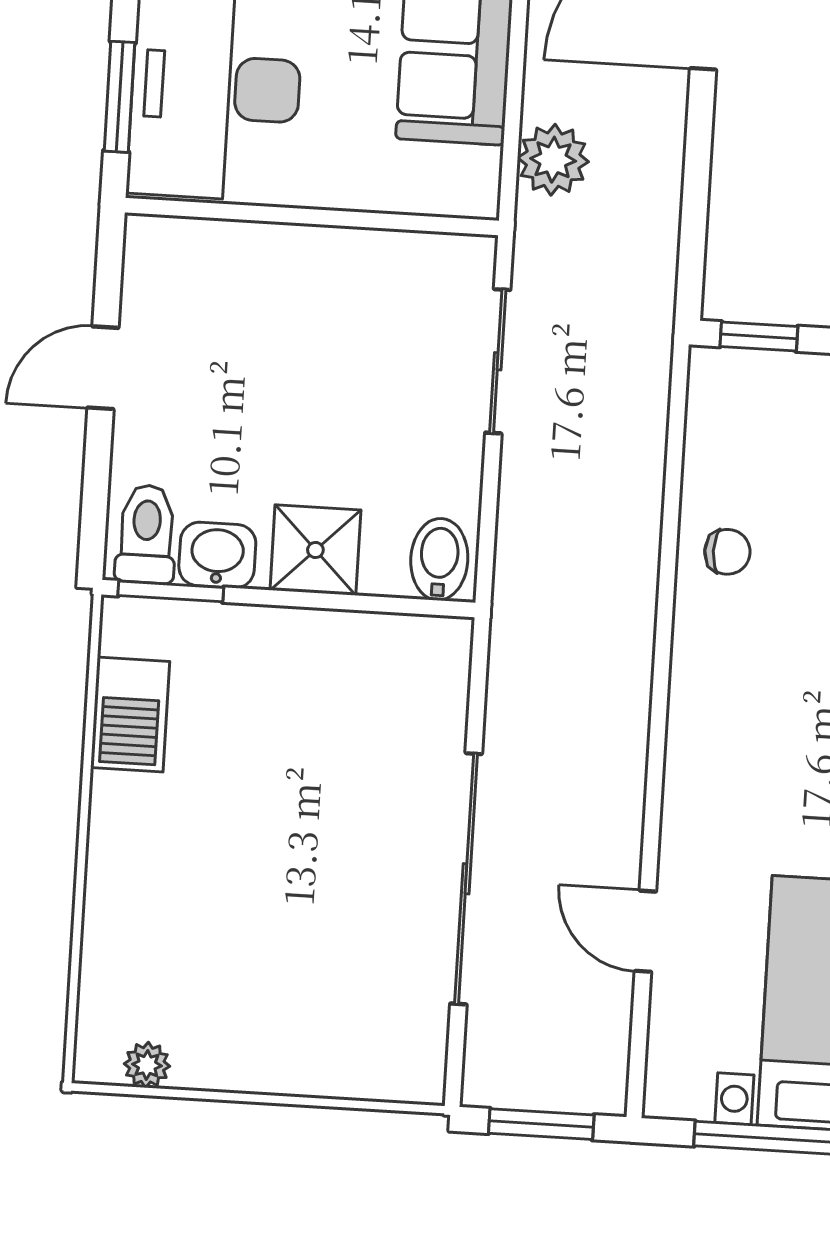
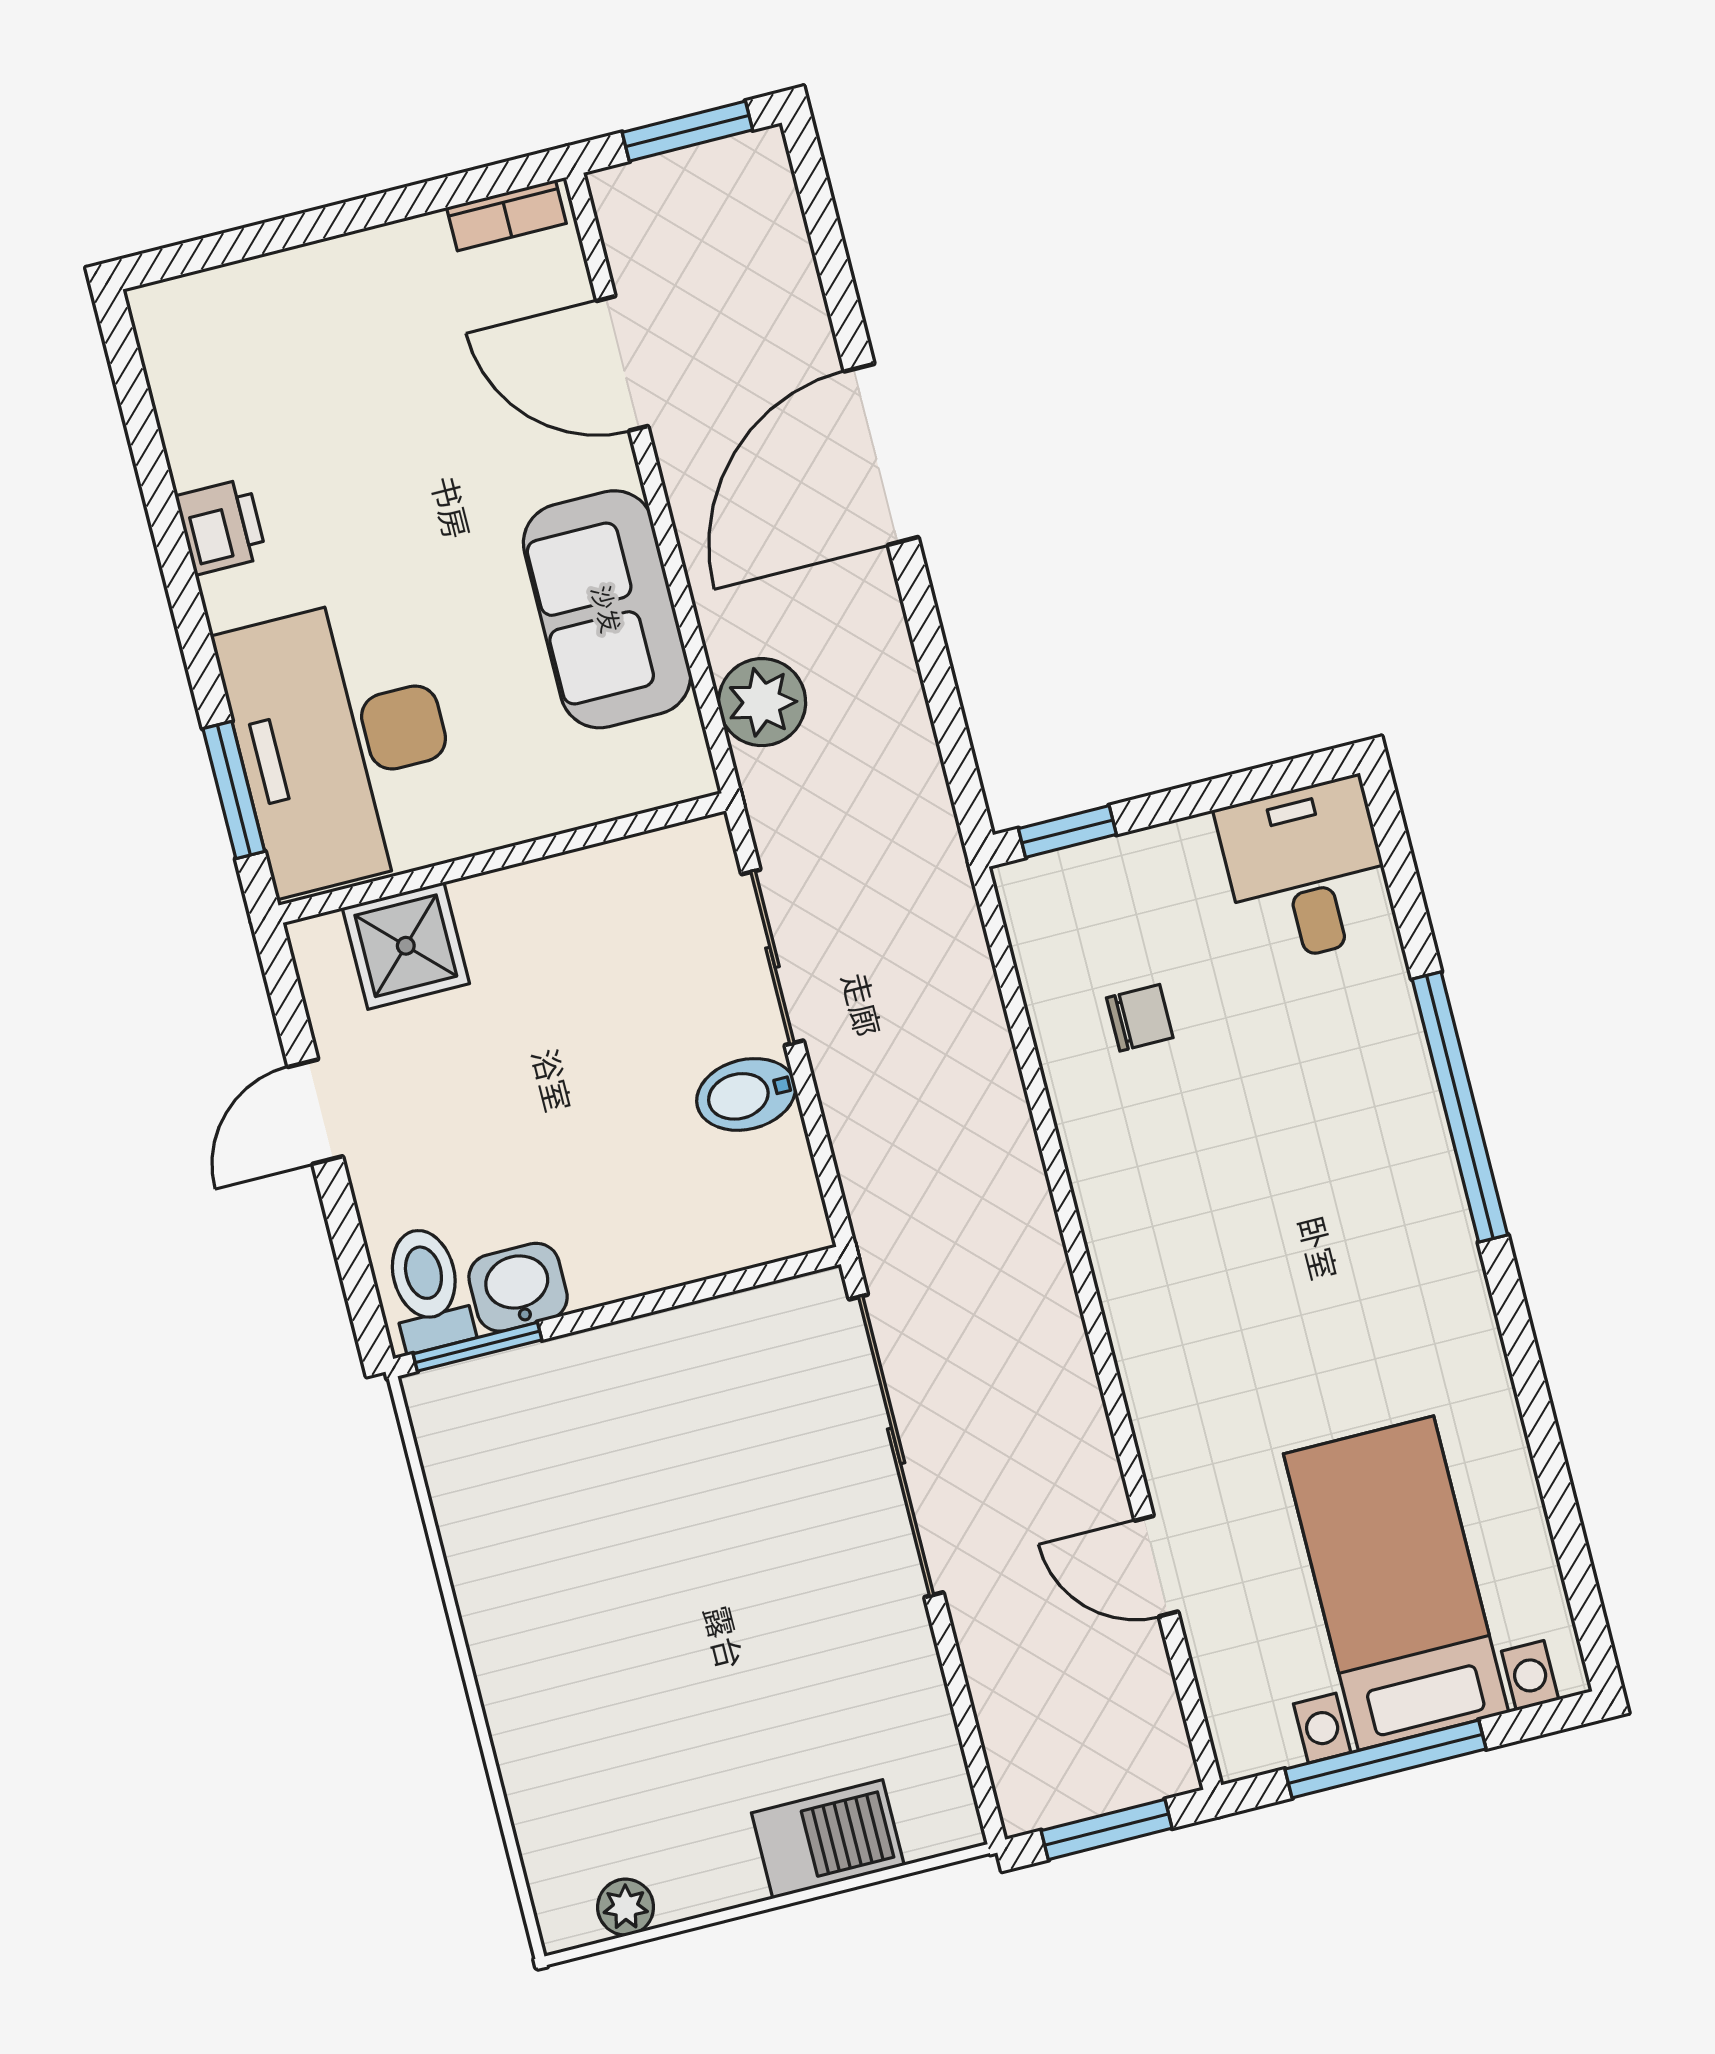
shower: (315, 550) -> (406, 946), moved
chair: (727, 552) -> (1140, 1018), moved
bidet: (439, 559) -> (746, 1094), moved, turned -90
barbecue: (130, 714) -> (828, 1839), moved, turned -90
sliding door: (466, 879) -> (896, 1446), moved

